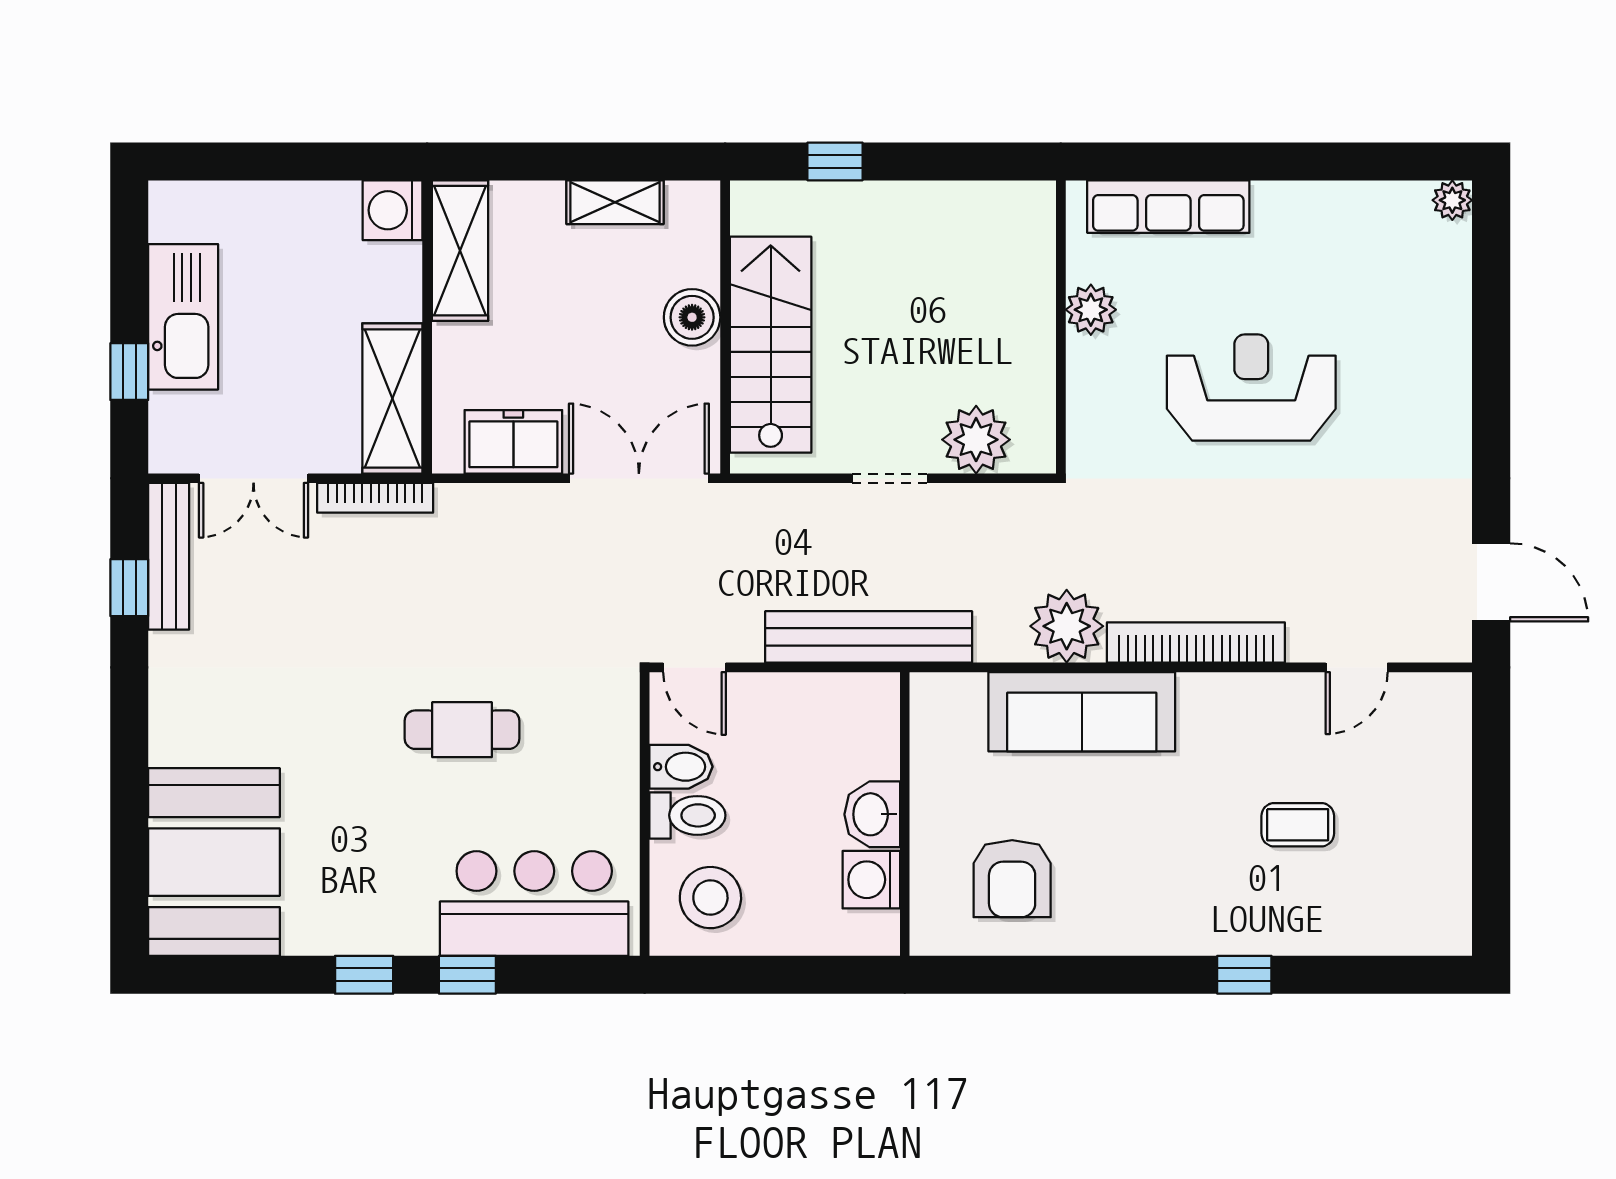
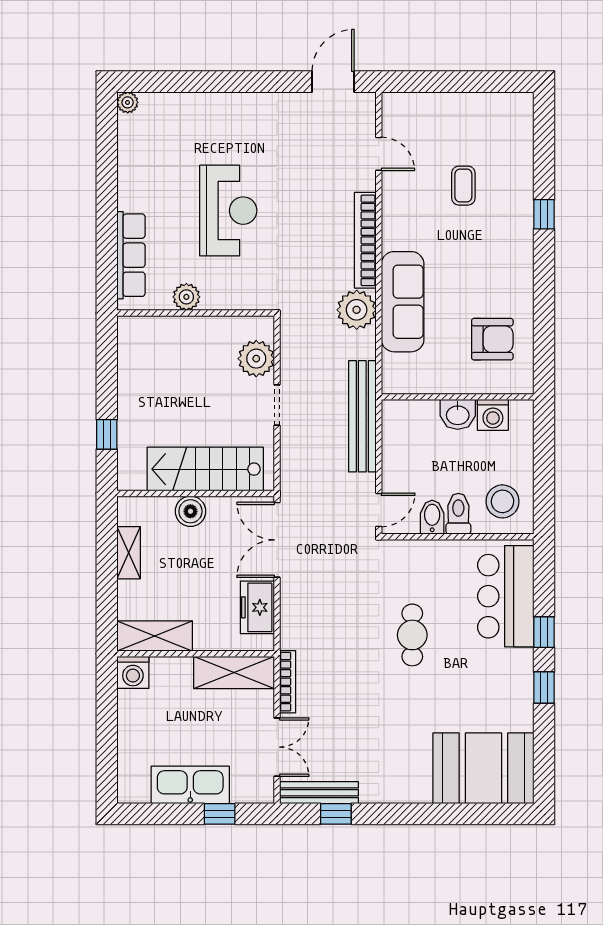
reception desk: (1251, 388) -> (228, 211), turned 180

